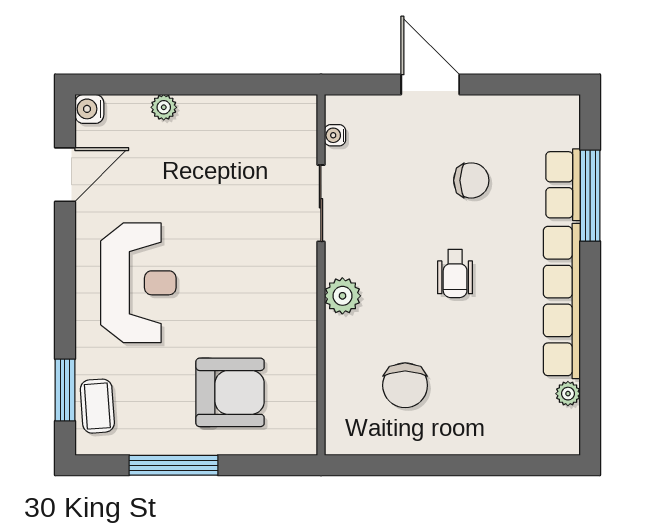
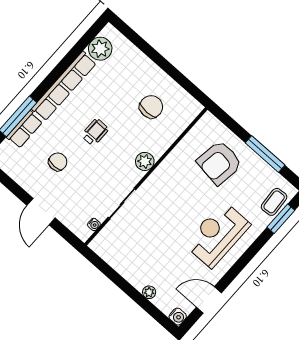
chair: (471, 180) -> (58, 162), turned 91
armchair: (230, 392) -> (219, 163), turned -82
plant: (568, 394) -> (100, 49), width x1.87, depth x1.87

